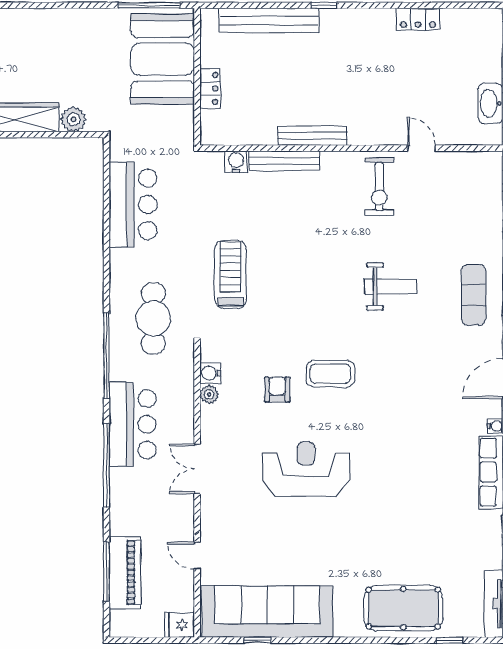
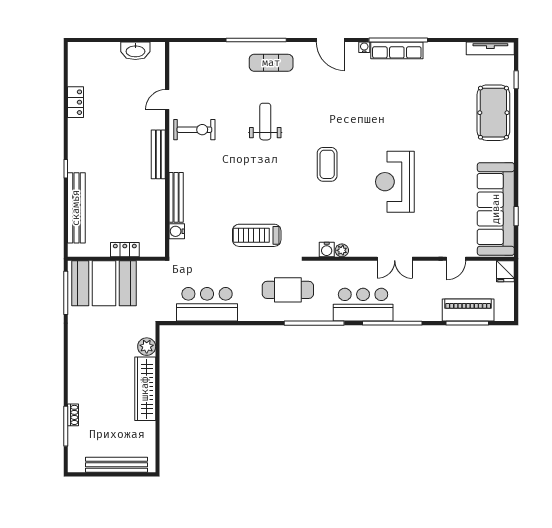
bench: (312, 136) -> (158, 154), moved
armchair: (277, 390) -> (338, 202), removed

